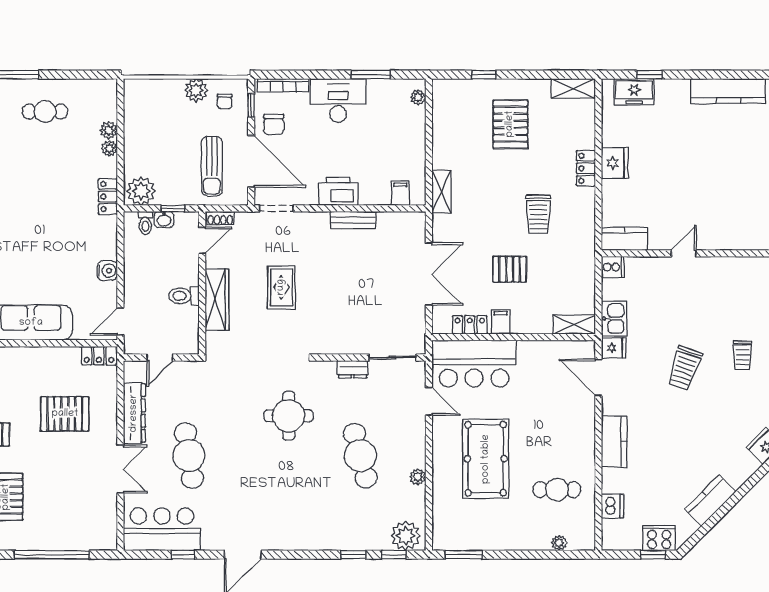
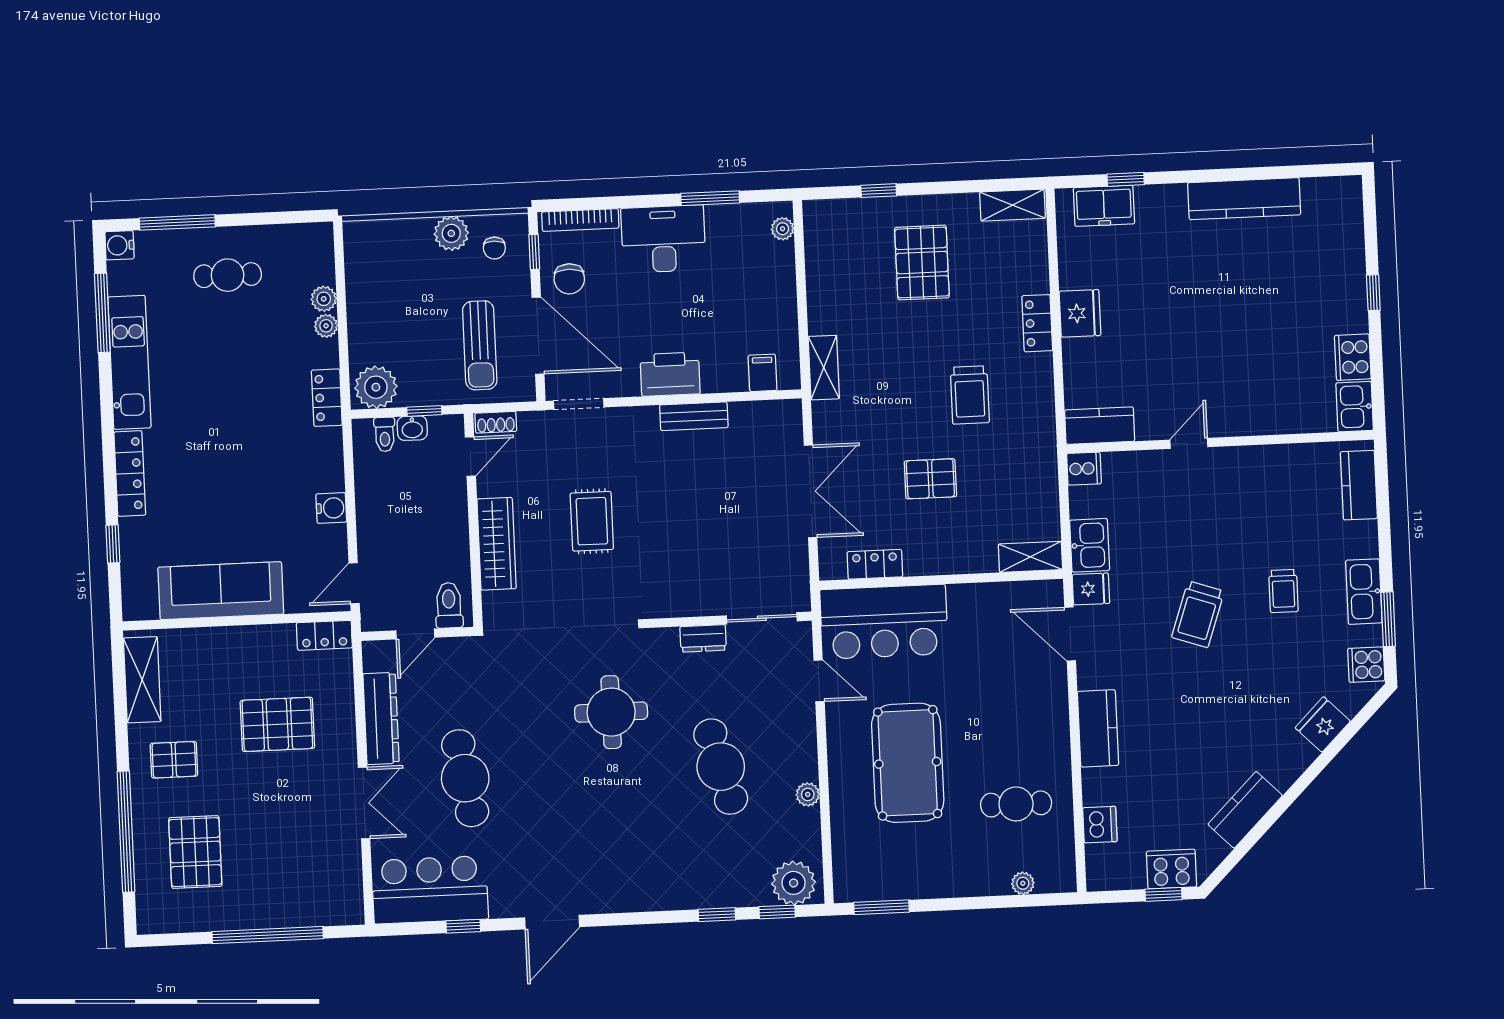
toilet: (184, 296) -> (449, 605), moved, turned 90
filing cabinet: (501, 322) -> (921, 558), removed

